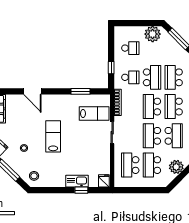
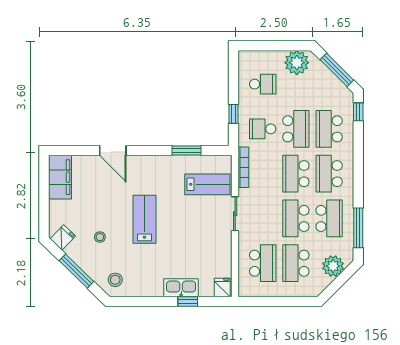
school desk: (130, 77) -> (263, 129), turned 180
school desk: (130, 165) -> (263, 263), turned 180

